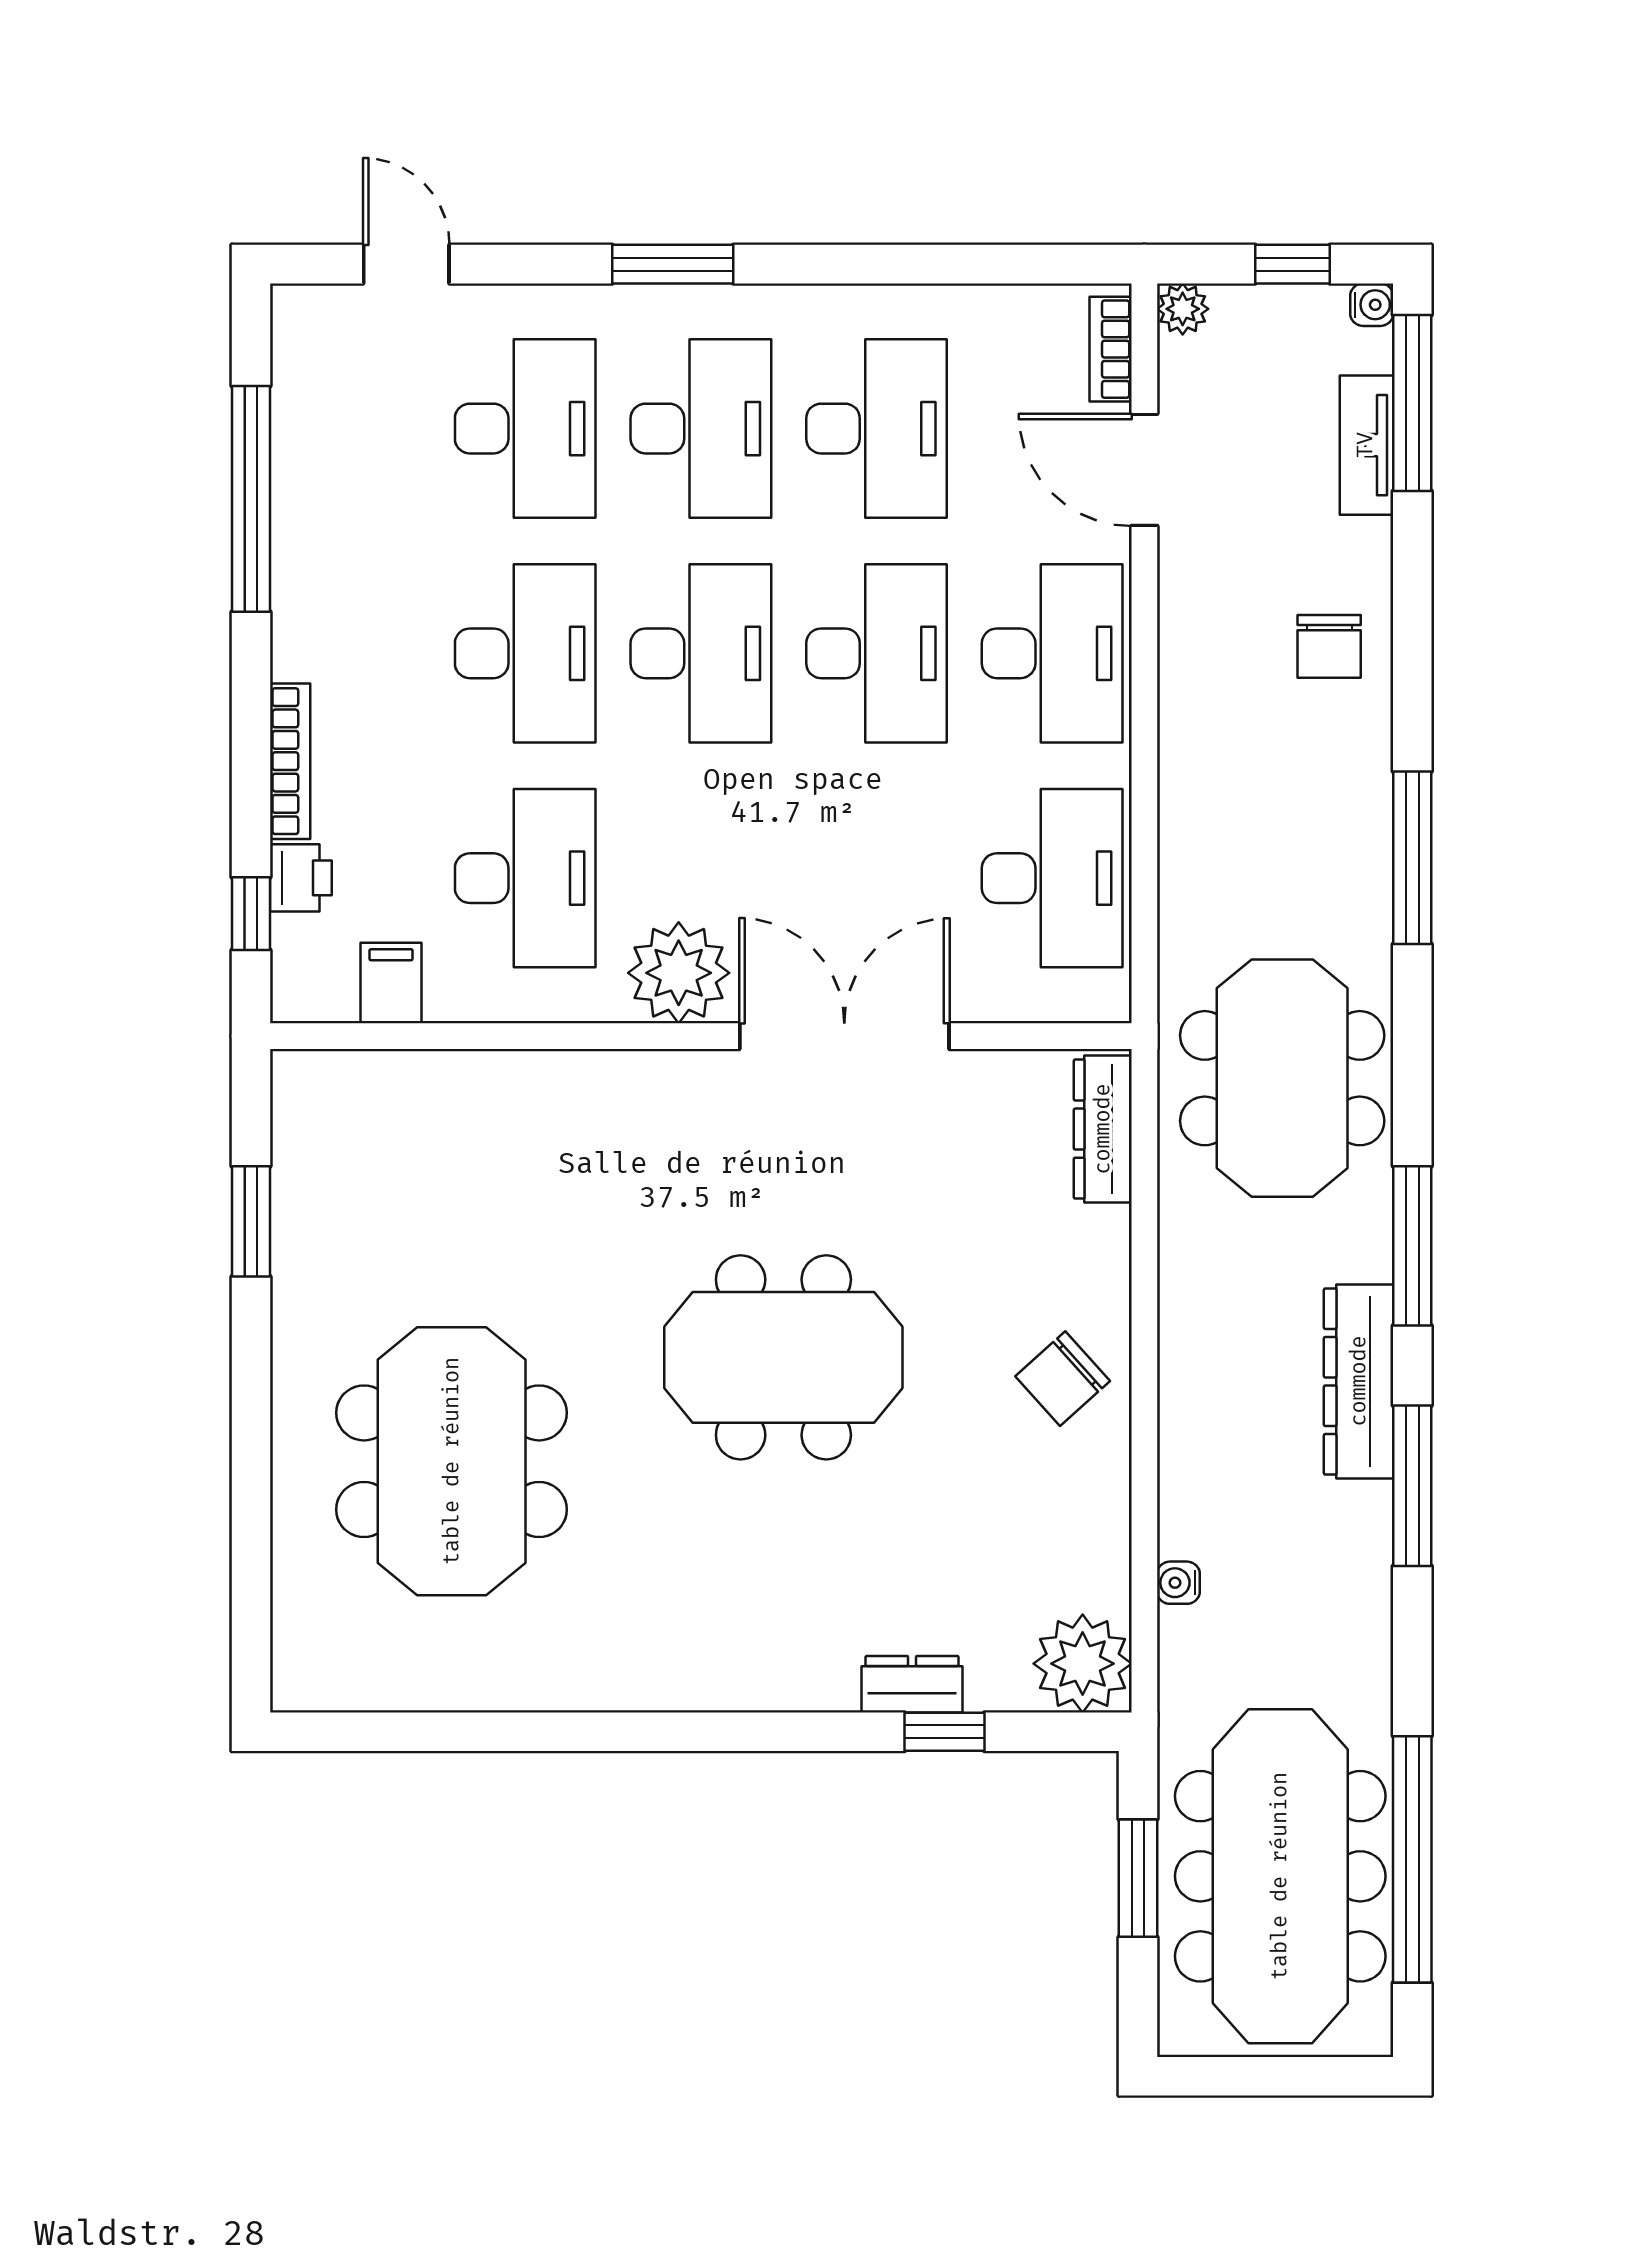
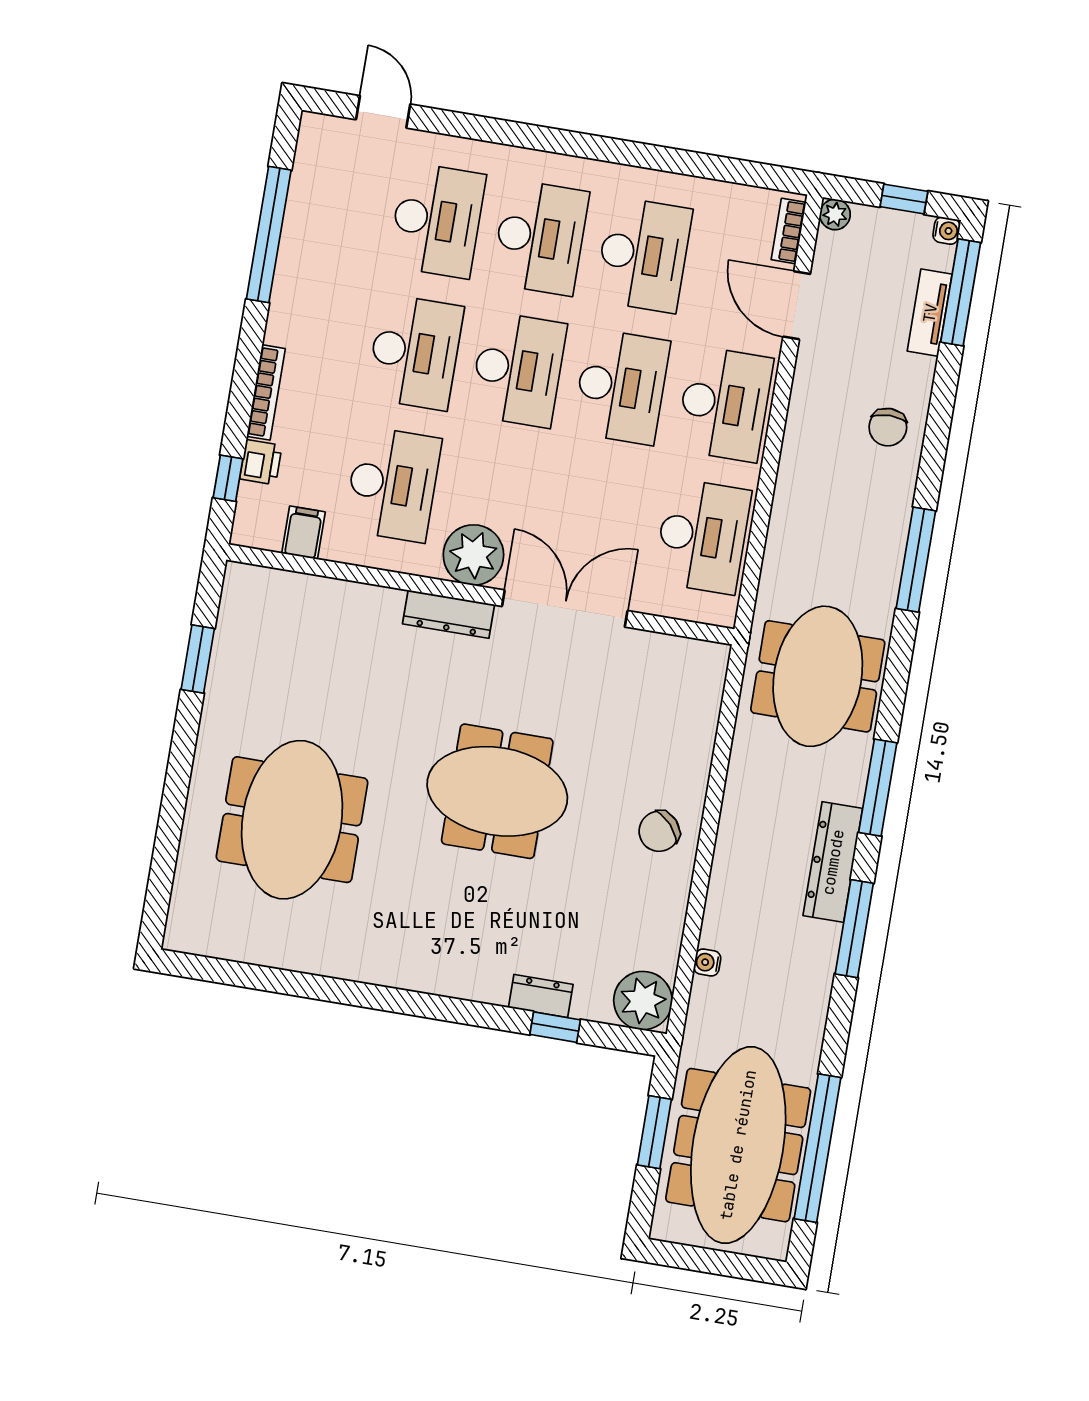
window: (673, 264) -> (540, 138), removed
dresser: (1103, 1129) -> (448, 614), moved, turned -90

